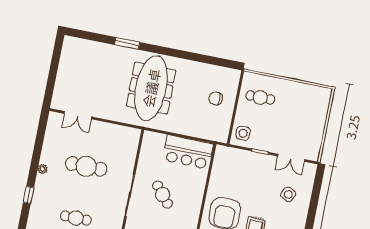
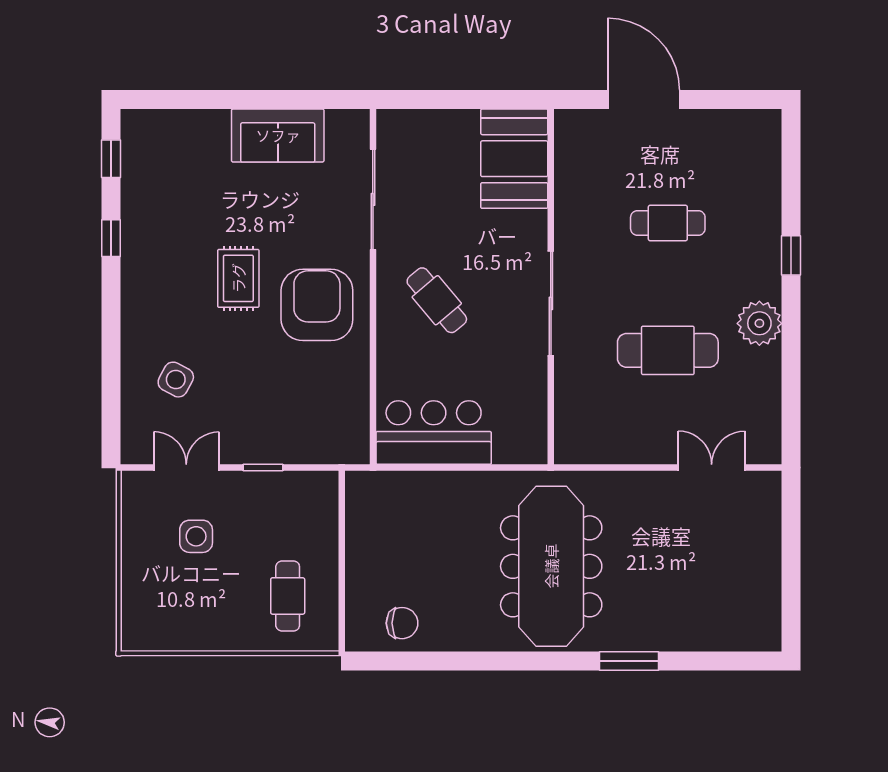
cafe table: (260, 97) -> (288, 596), turned 90
chair: (216, 98) -> (402, 623), moved
side table: (243, 133) -> (196, 536), moved
plant: (43, 169) -> (759, 323), width x1.87, depth x1.87
cafe table: (163, 195) -> (437, 300), moved

